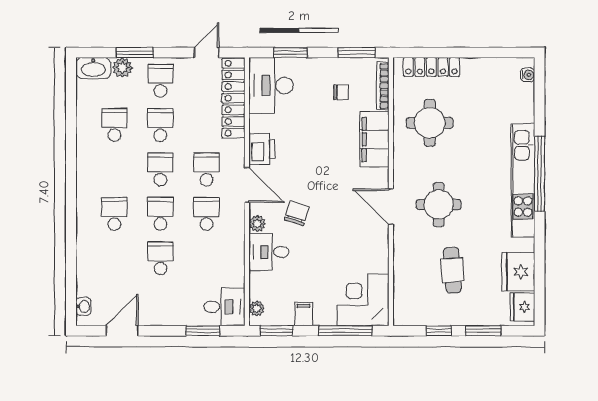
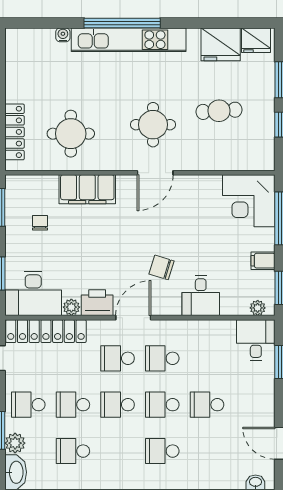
water cooler: (528, 75) -> (63, 35), moved
bookcase: (383, 86) -> (34, 181), removed
plant: (257, 224) -> (71, 307), moved

